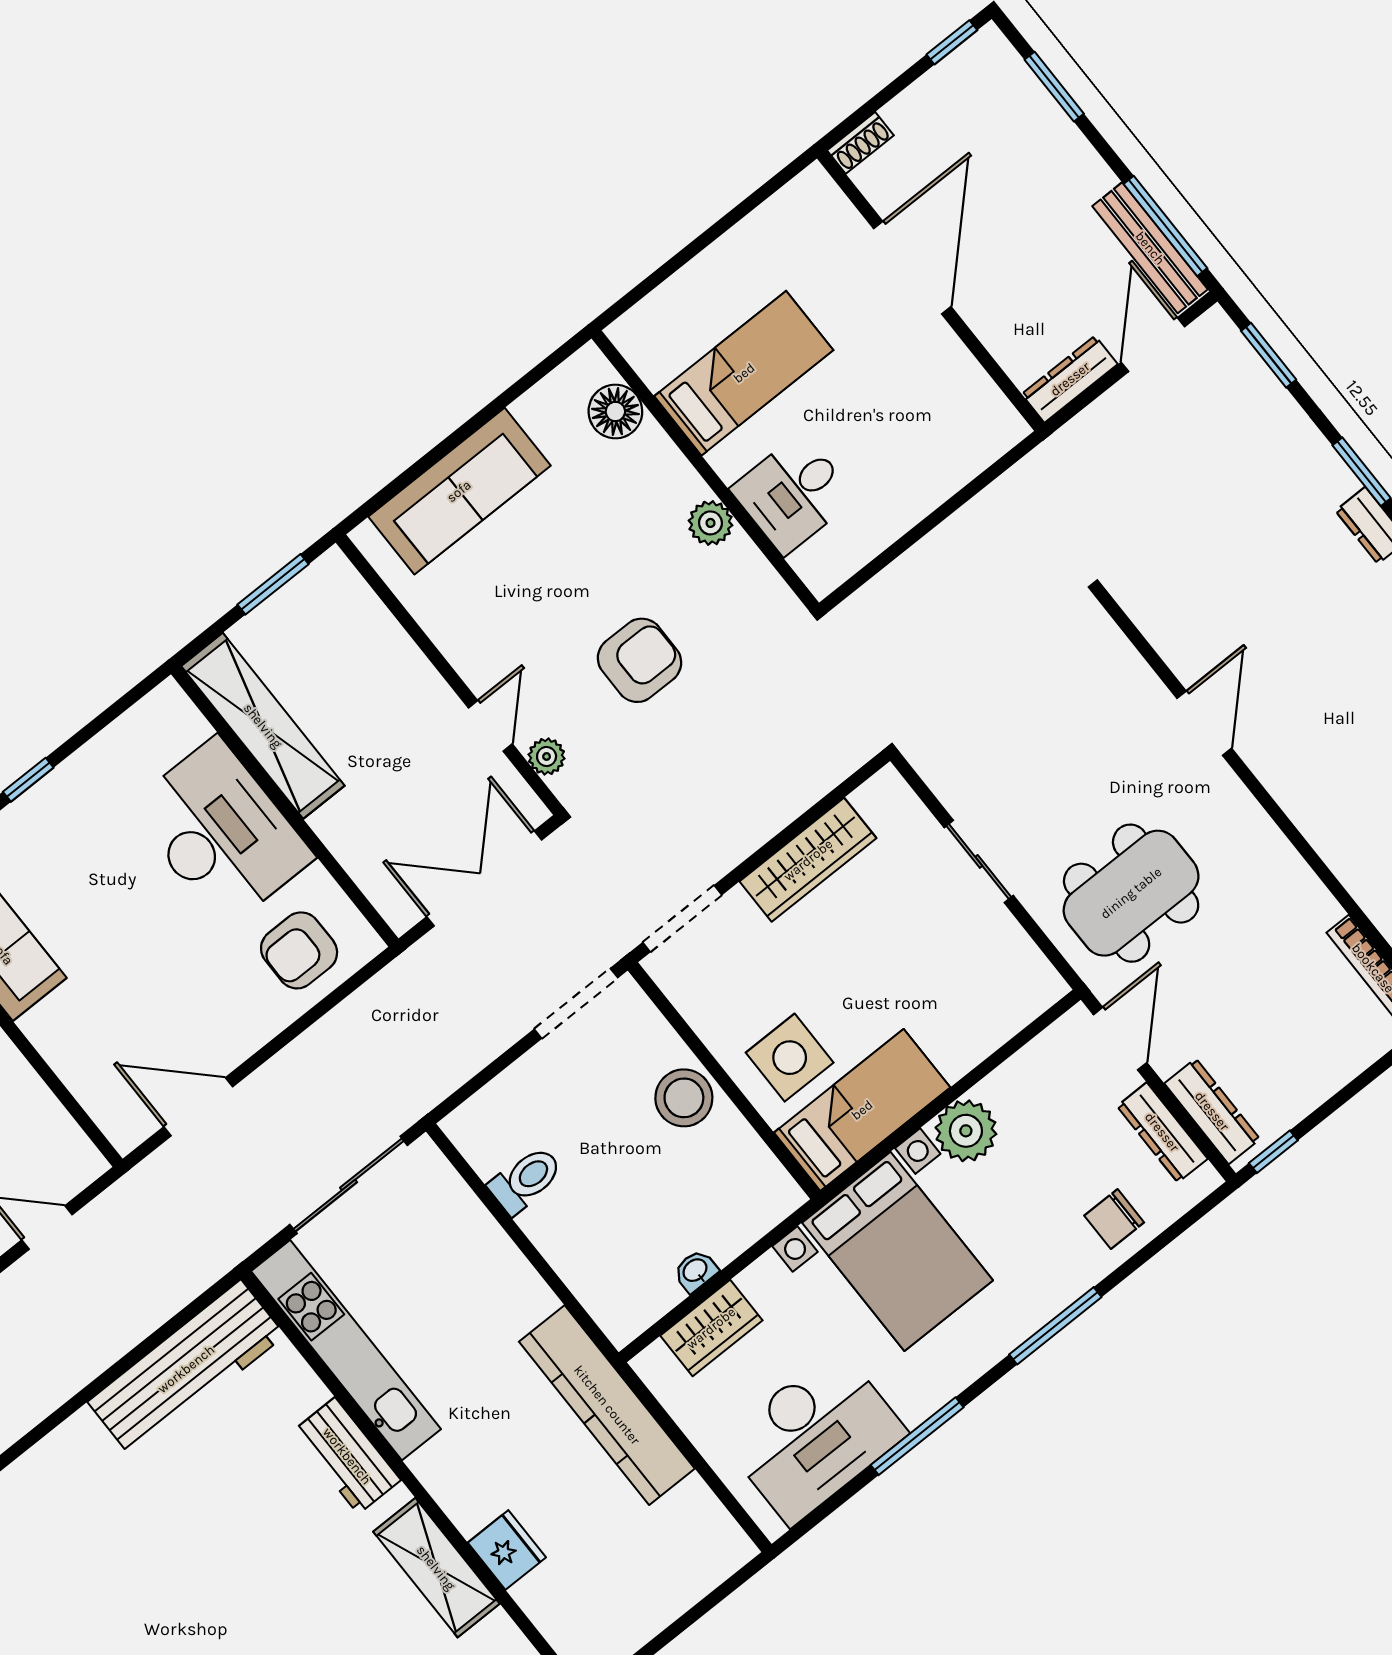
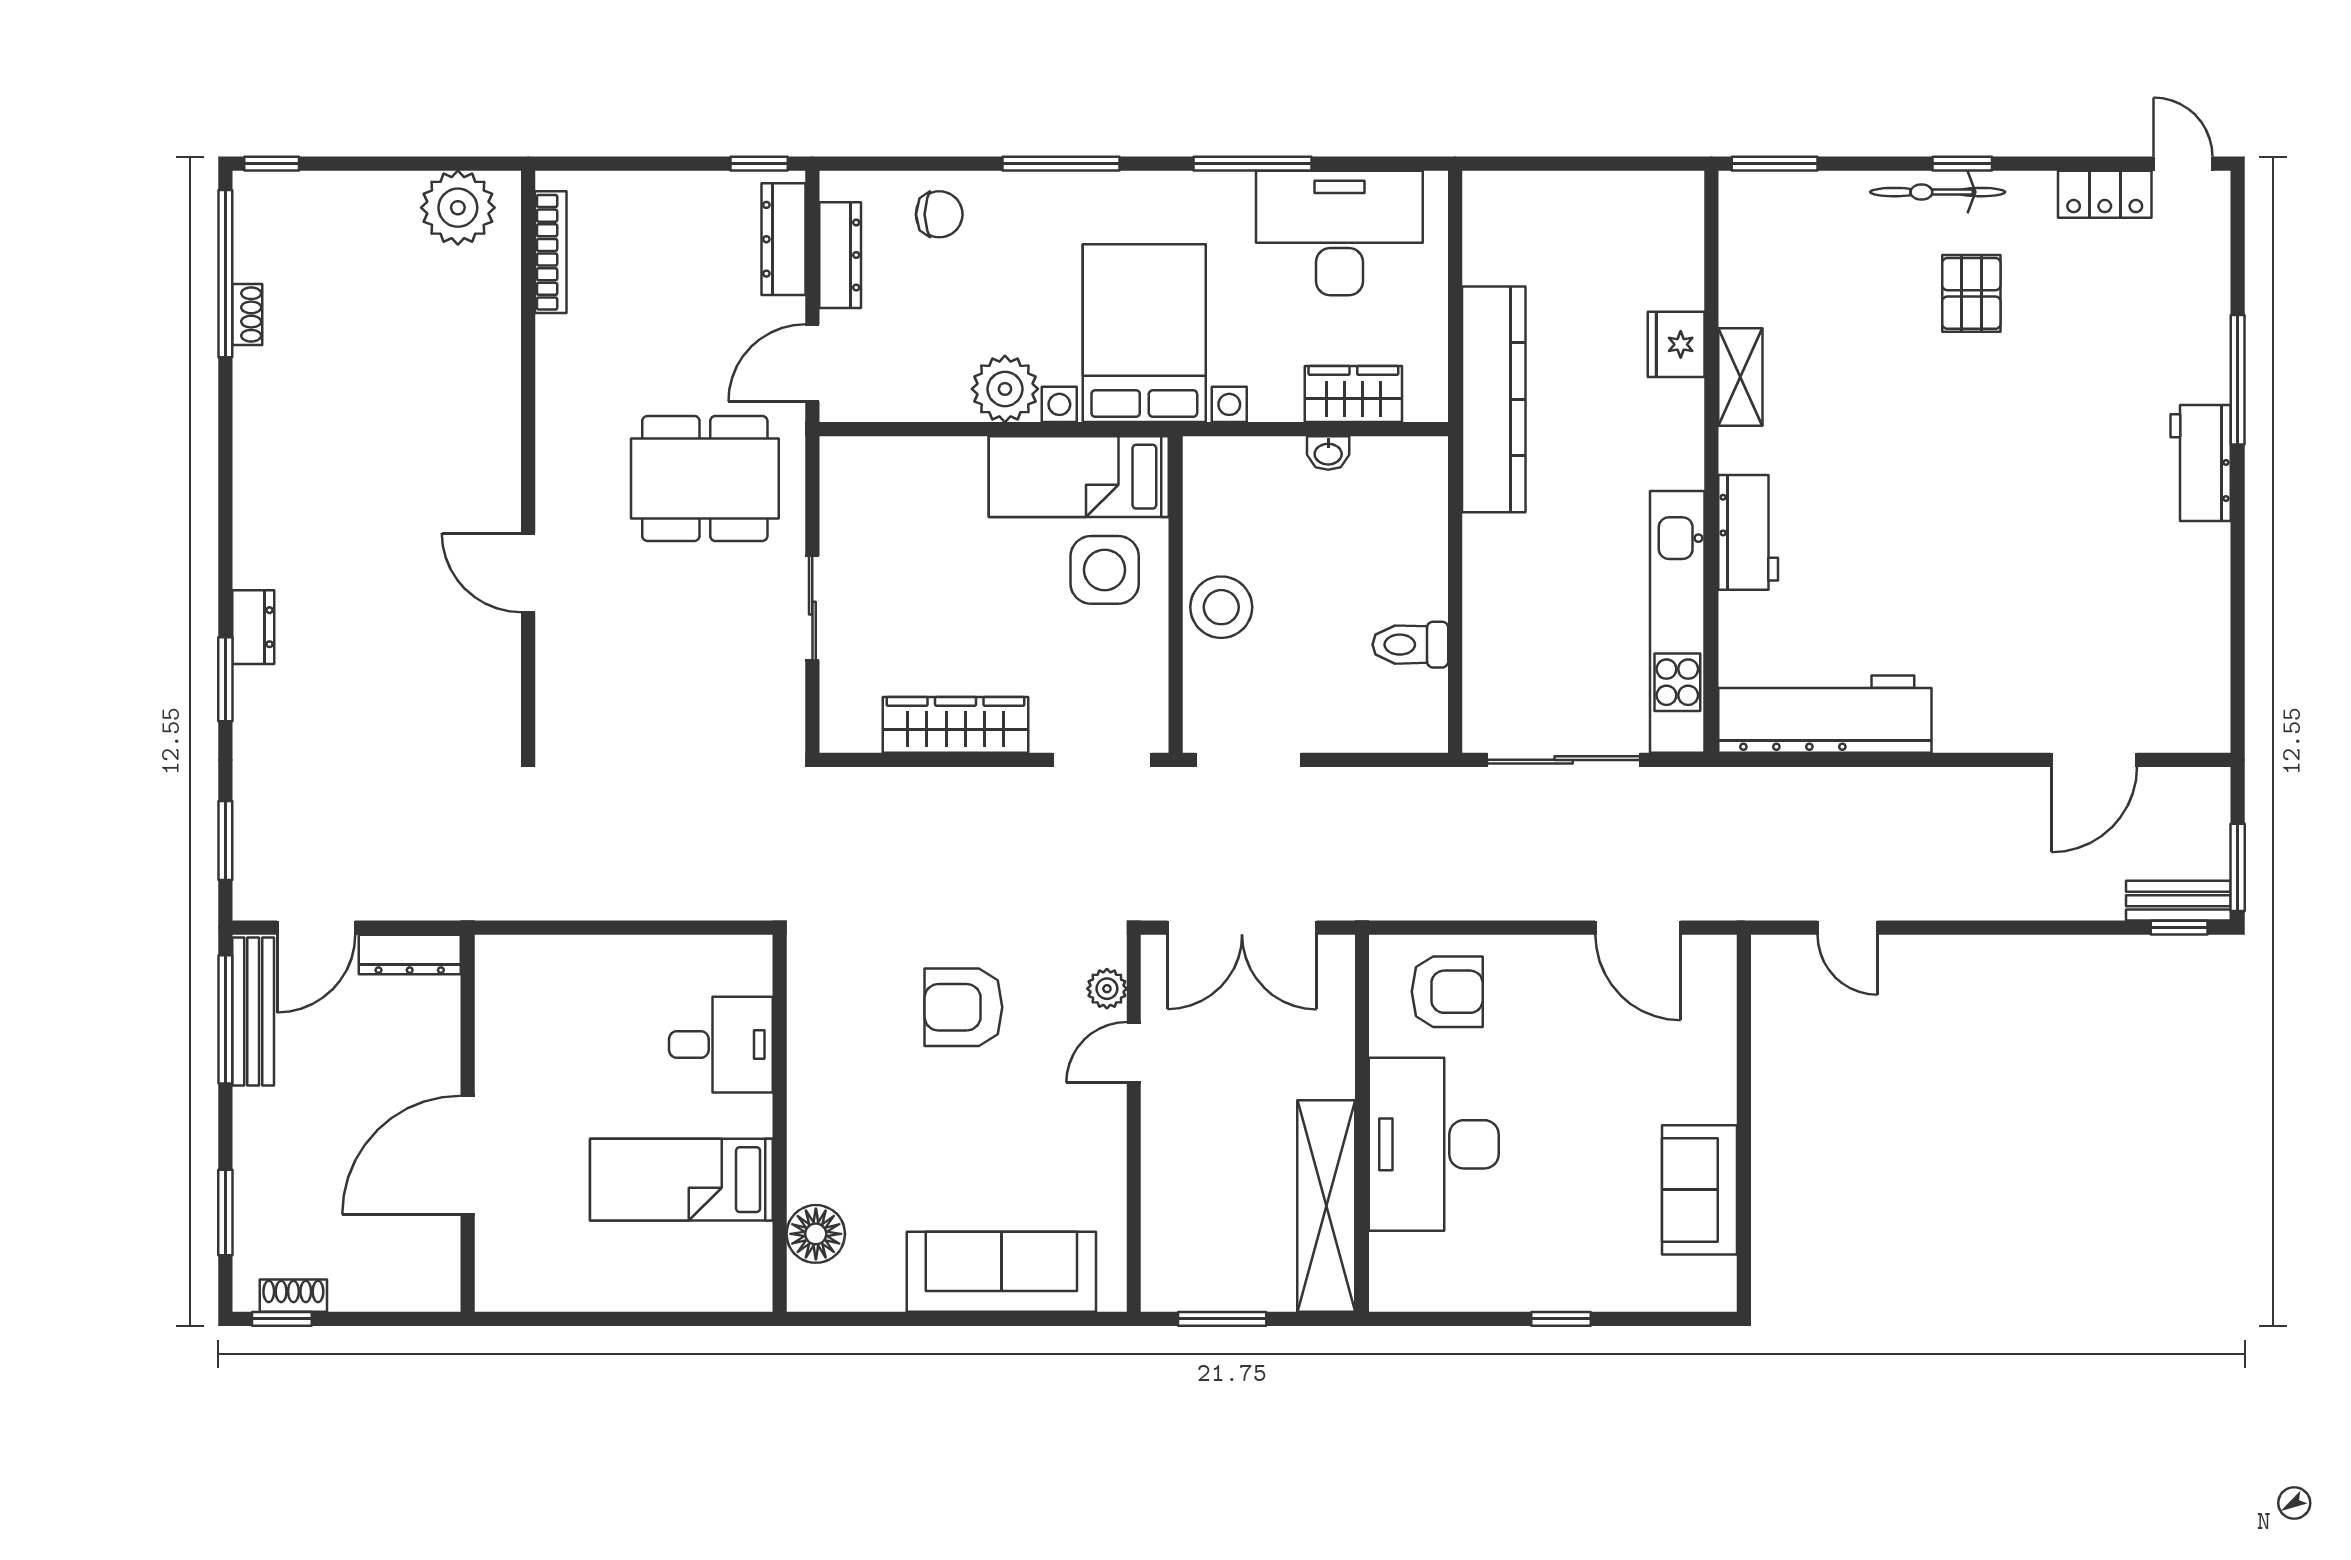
shoe rack: (860, 143) -> (293, 1296), moved
plant: (710, 523) -> (811, 1075), removed
door: (1204, 723) -> (528, 573), hinge flipped
shelving: (436, 1568) -> (1740, 377), width x0.67, depth x0.75

